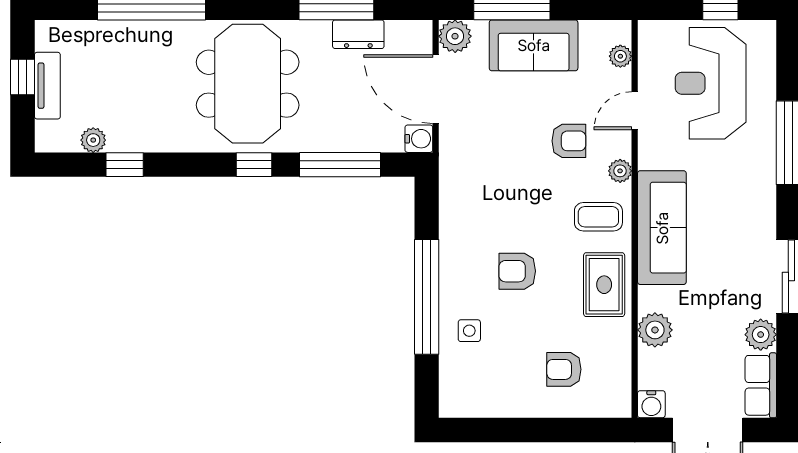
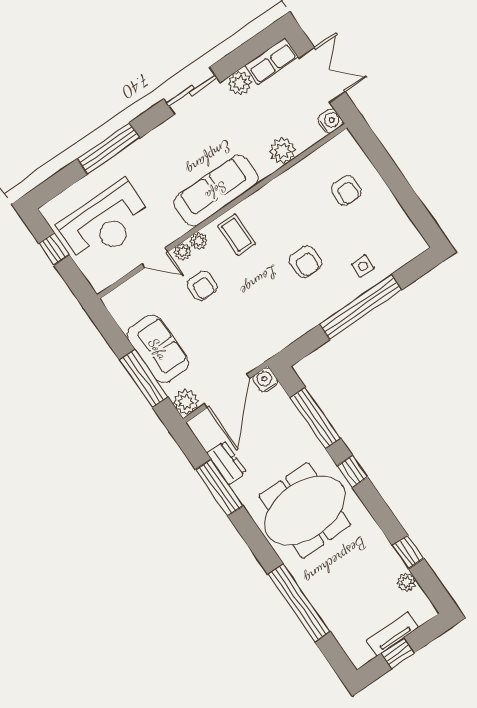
plant: (620, 56) -> (183, 252), moved
armchair: (569, 141) -> (202, 286), turned 180
rug: (604, 285) -> (276, 202), removed

